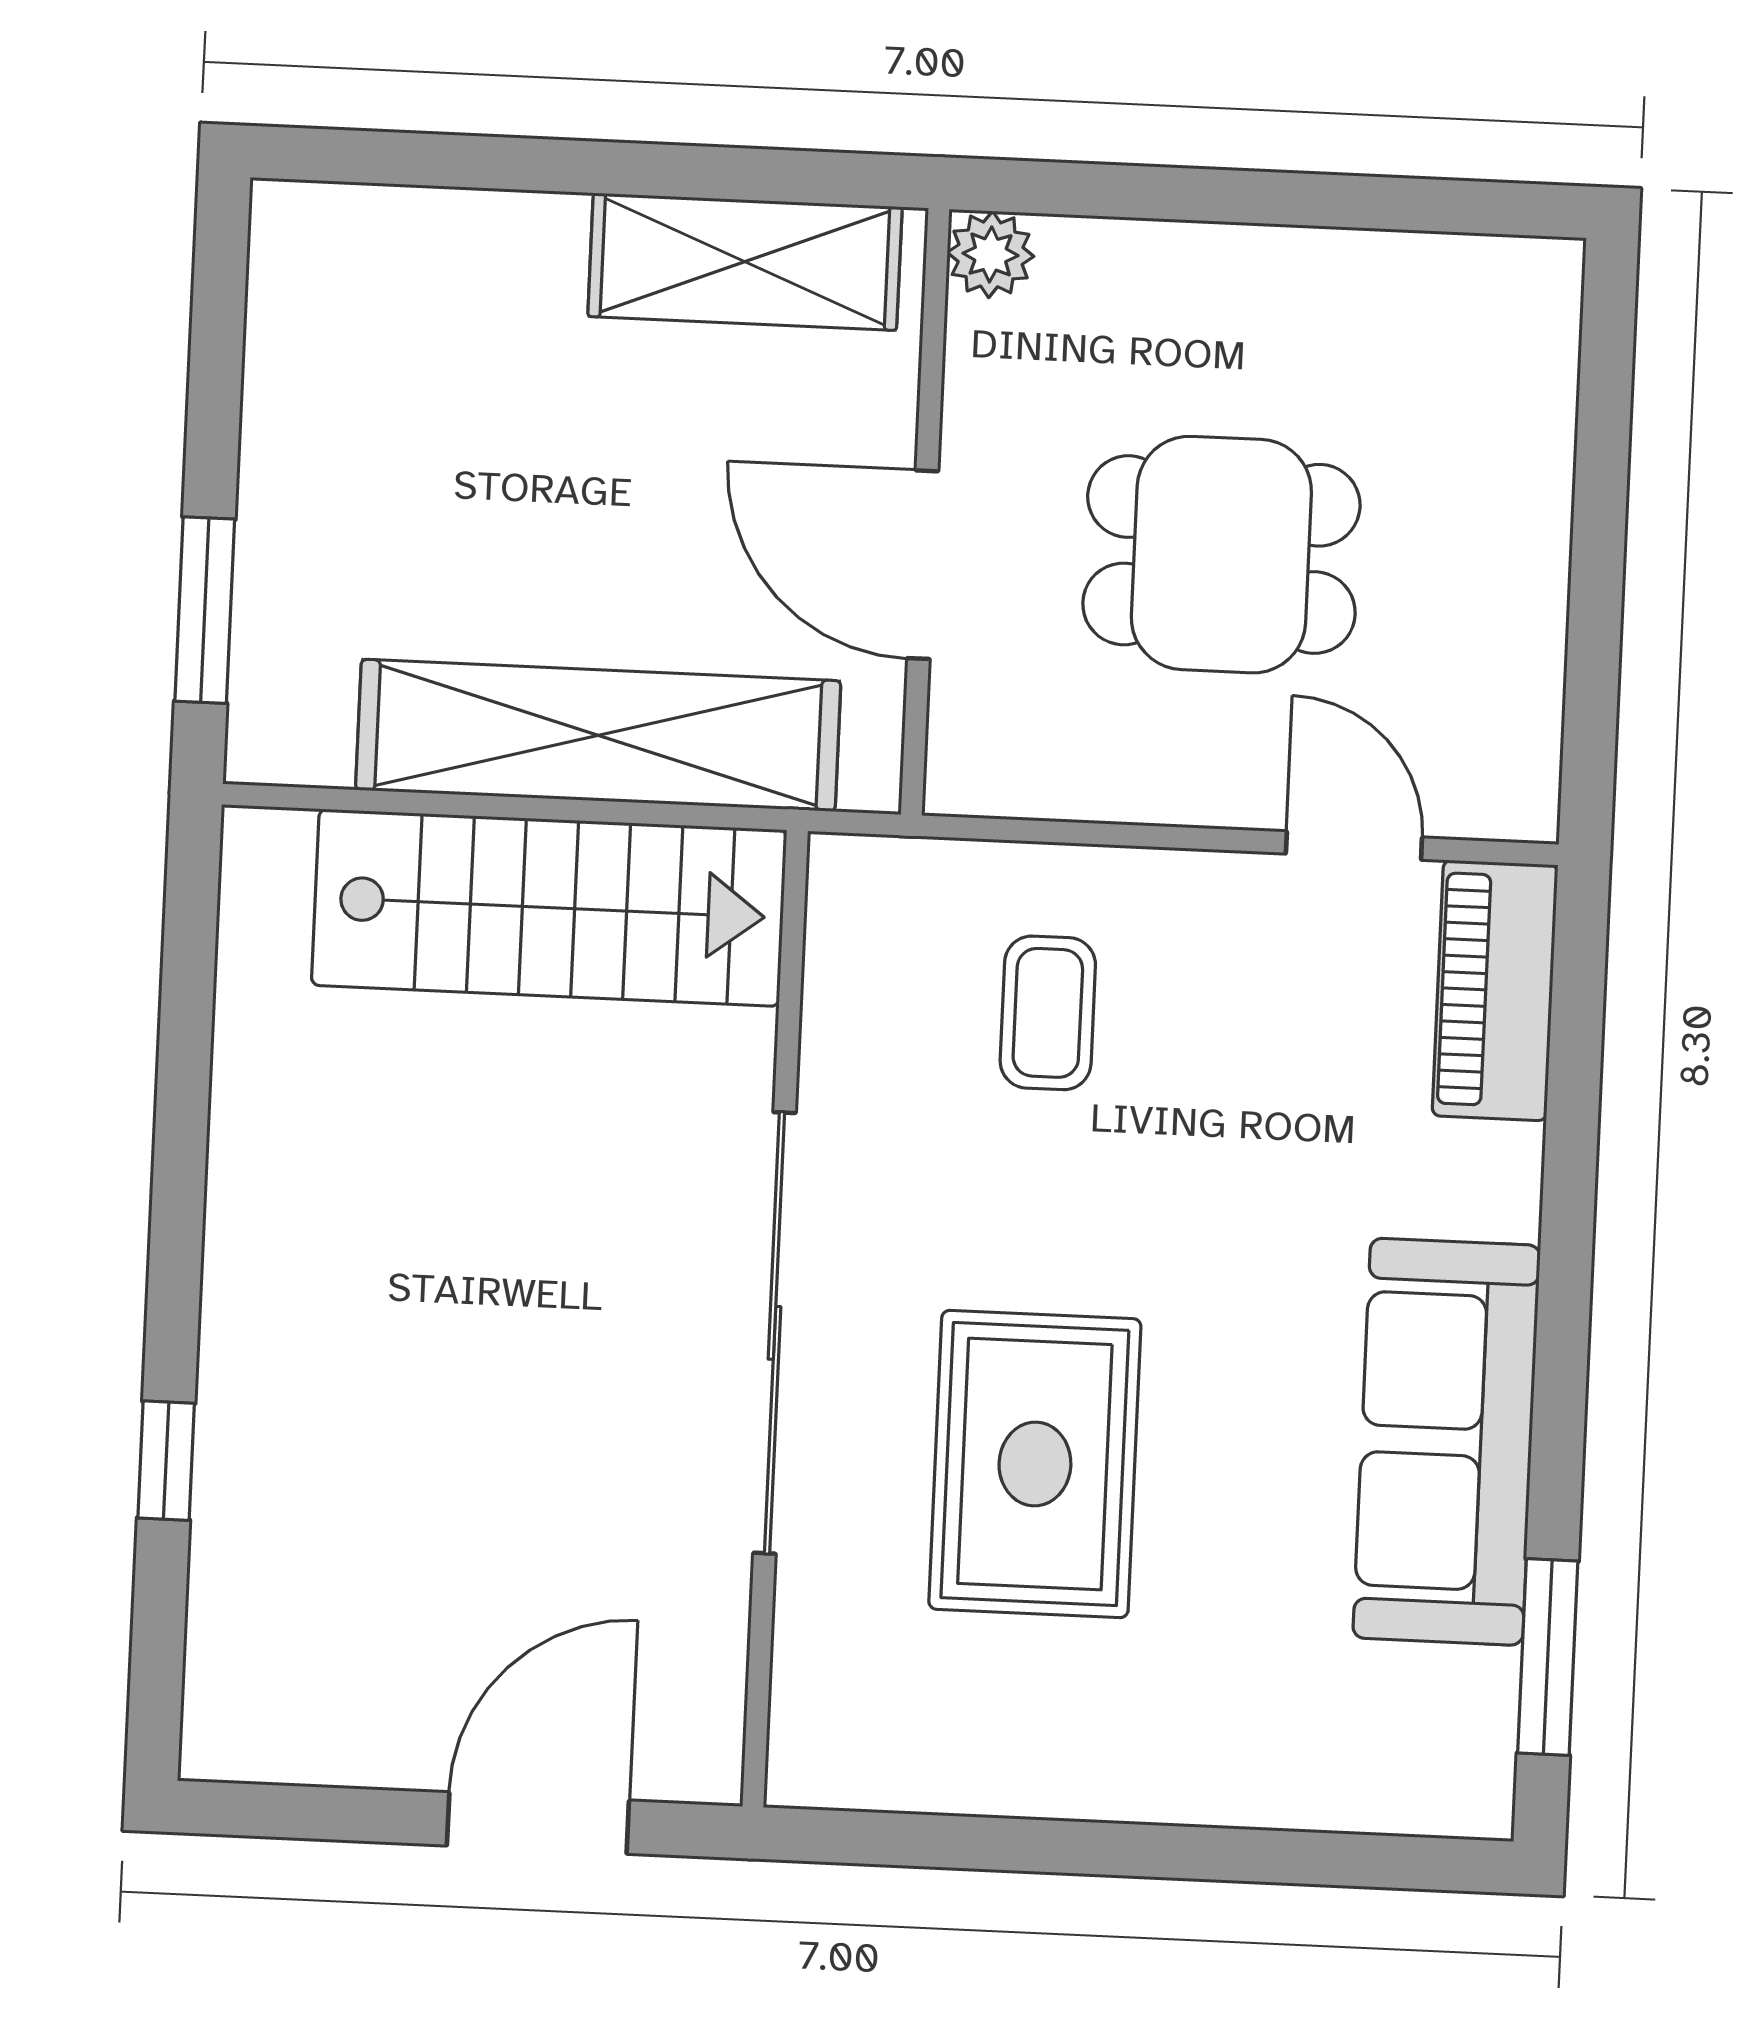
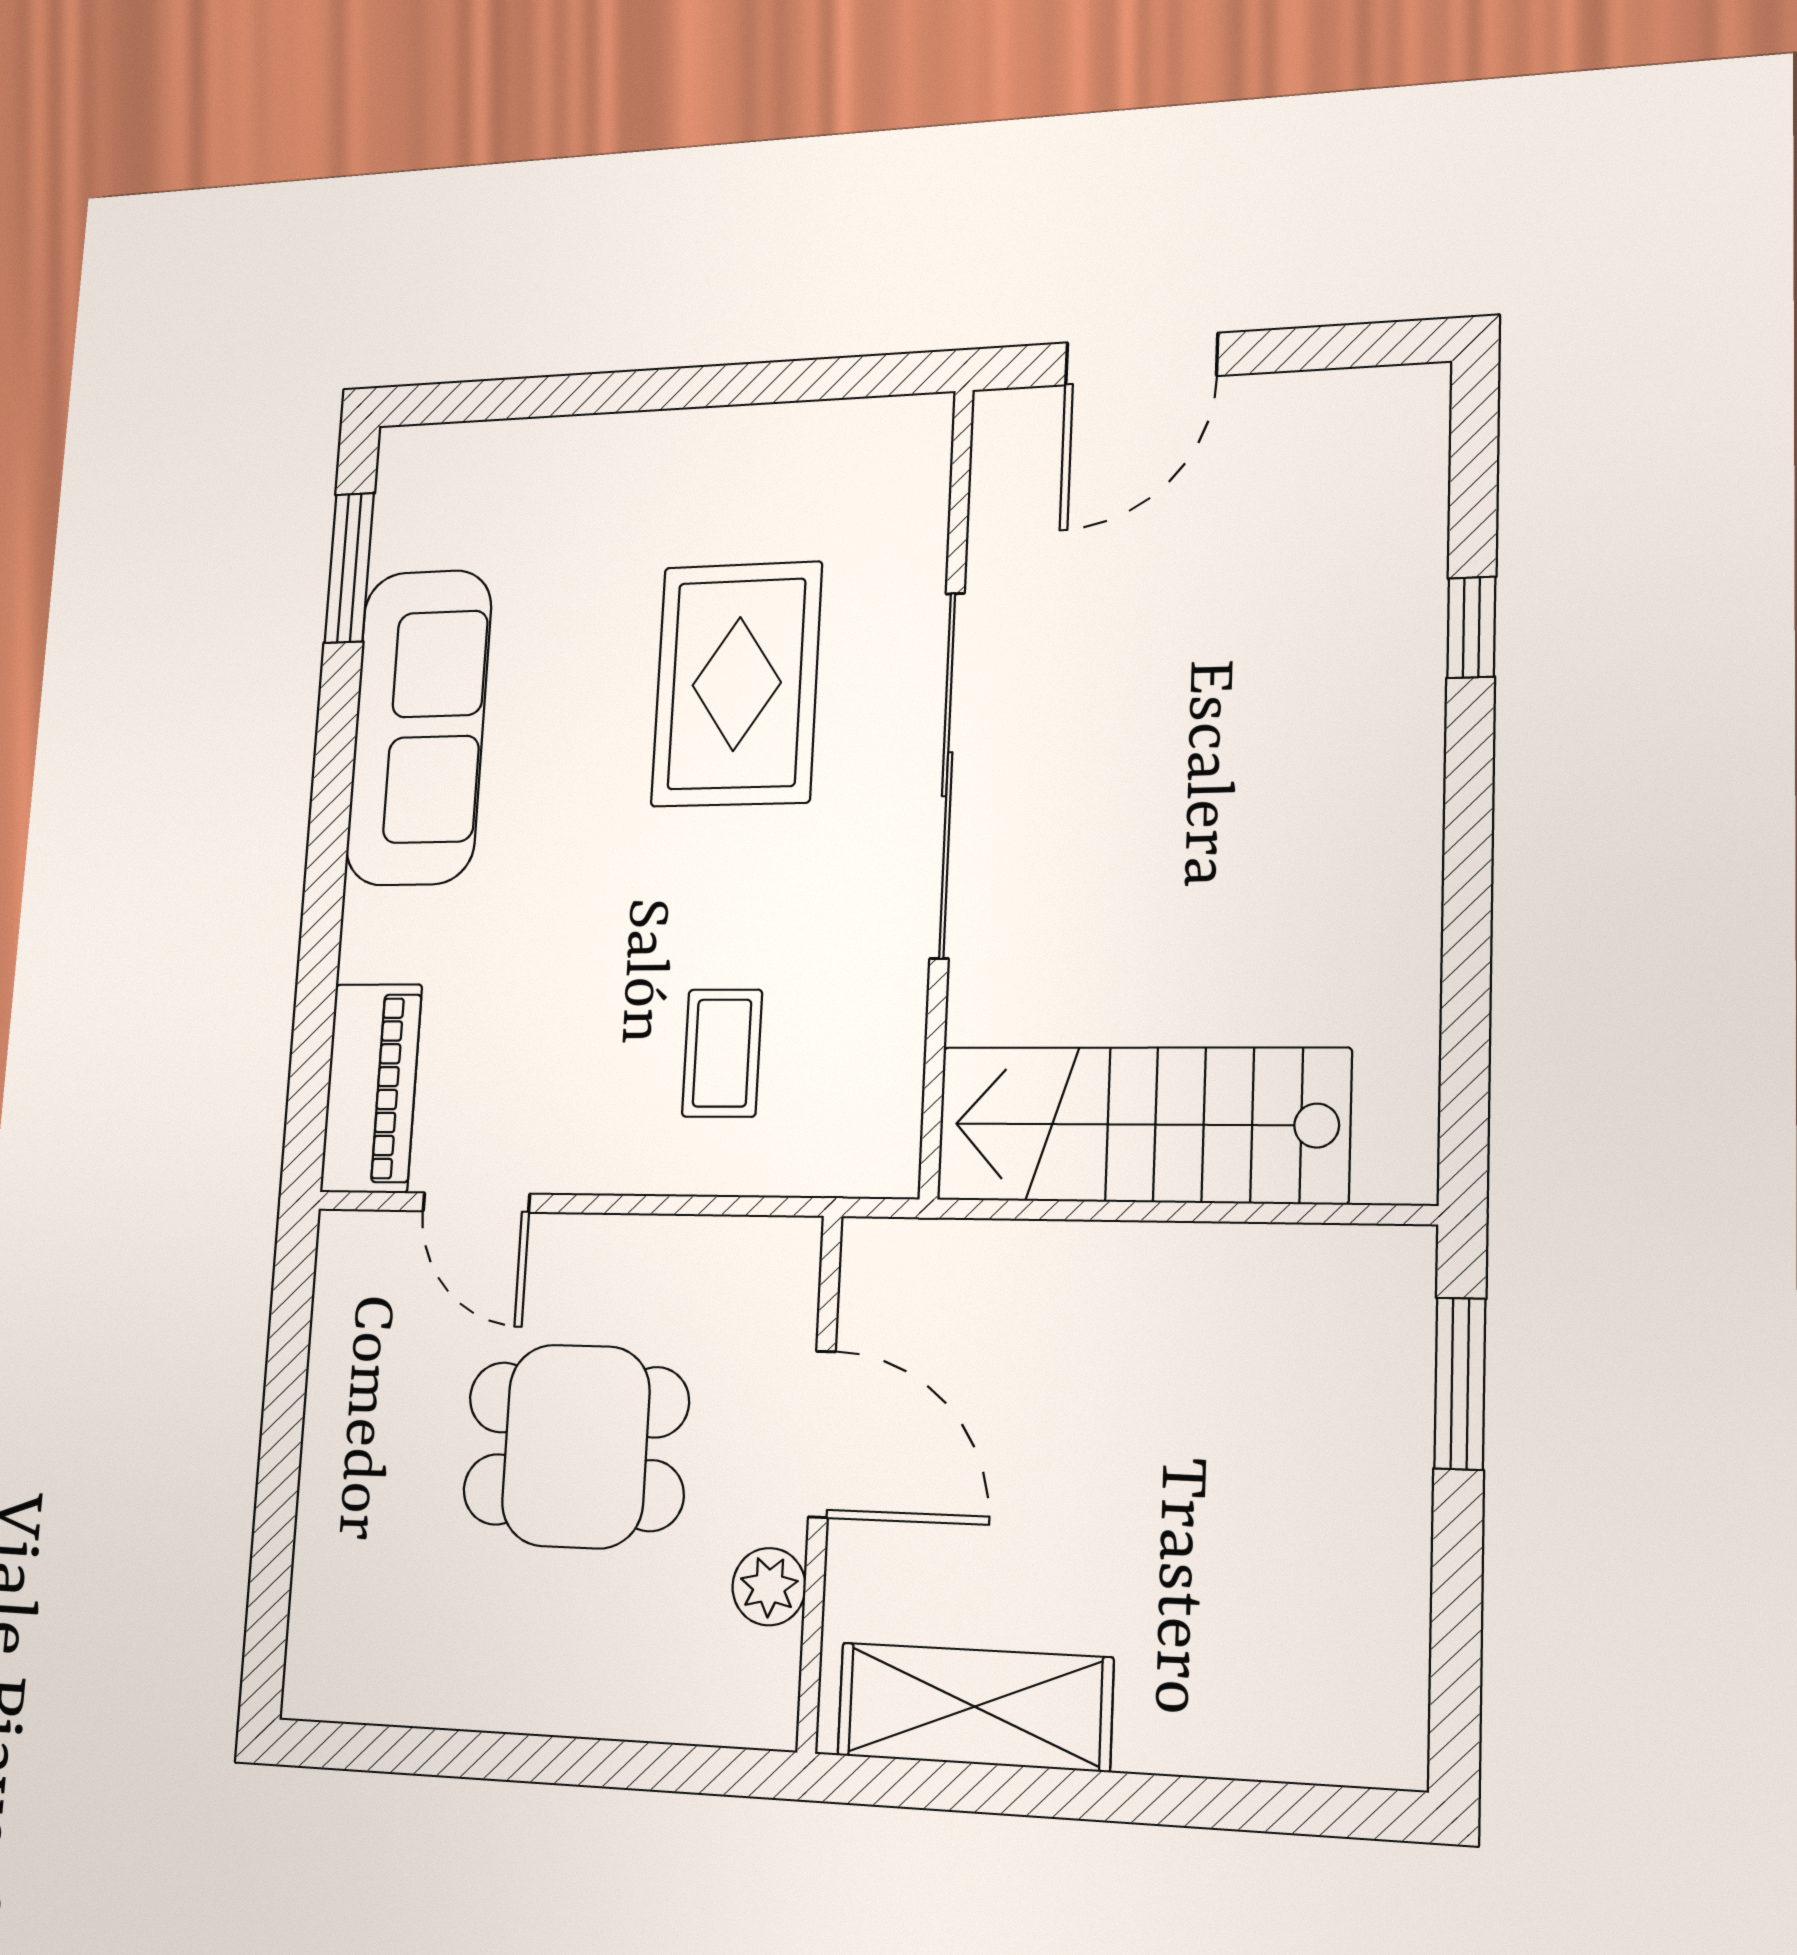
plant: (991, 254) -> (769, 1587), moved
shelving: (598, 735) -> (1101, 1278), removed

